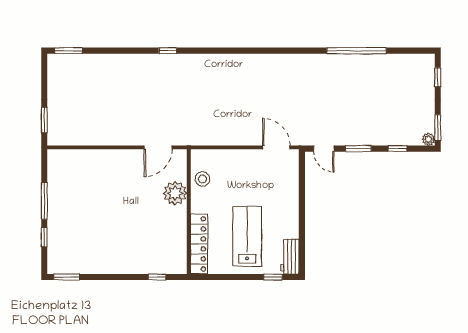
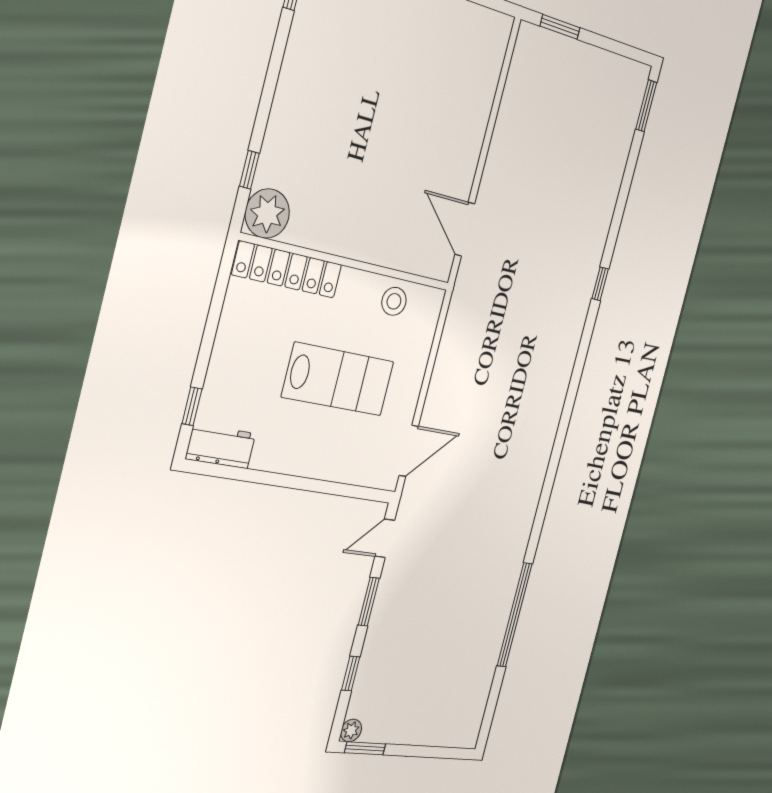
window: (438, 77) -> (440, 752), removed
plant: (175, 193) -> (267, 214), moved
lab bench: (247, 236) -> (338, 379), moved

